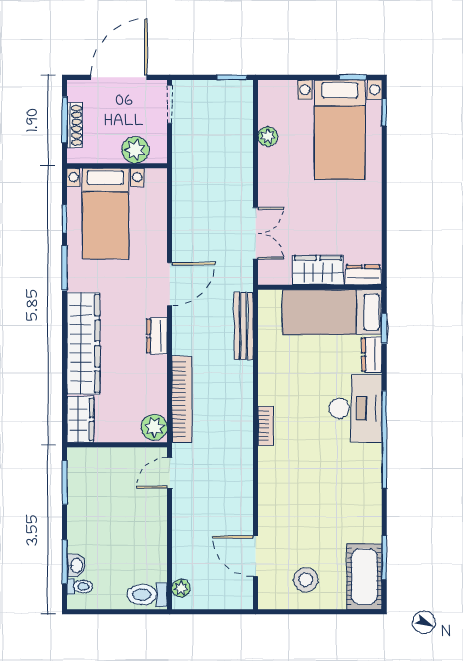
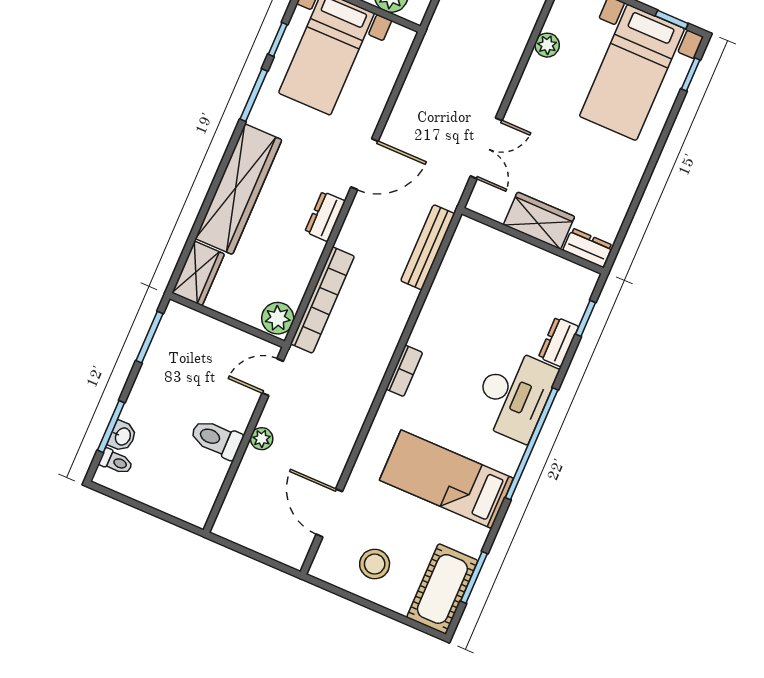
bed: (332, 312) -> (446, 479), moved
plant: (181, 588) -> (262, 439), moved
toilet: (147, 595) -> (216, 439), moved

